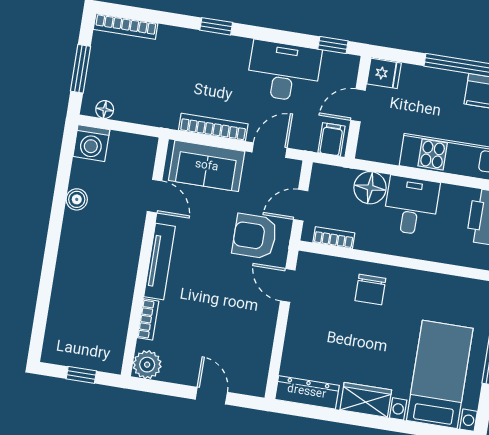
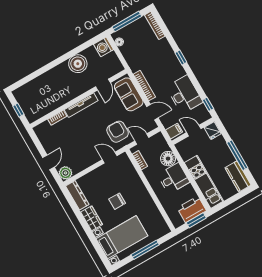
window: (80, 69) -> (127, 22), width x1.44
boiler: (77, 199) -> (78, 64), width x1.86, depth x1.86
door: (288, 285) -> (110, 158), hinge flipped
chair: (370, 289) -> (117, 201), moved
plant: (147, 365) -> (65, 173), moved

